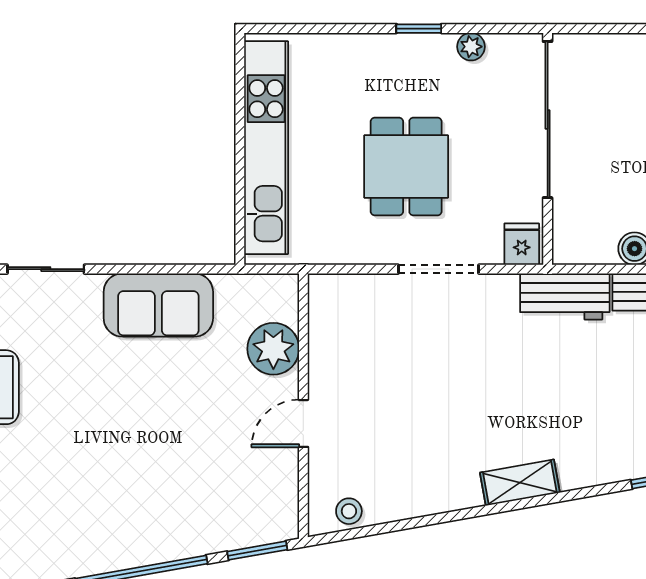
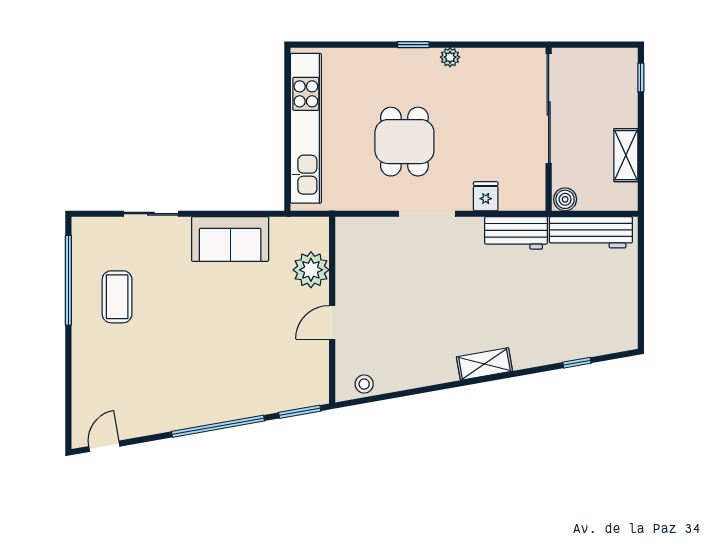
sliding door: (548, 120) -> (549, 109), moved
wall: (548, 149) -> (549, 129), moved

